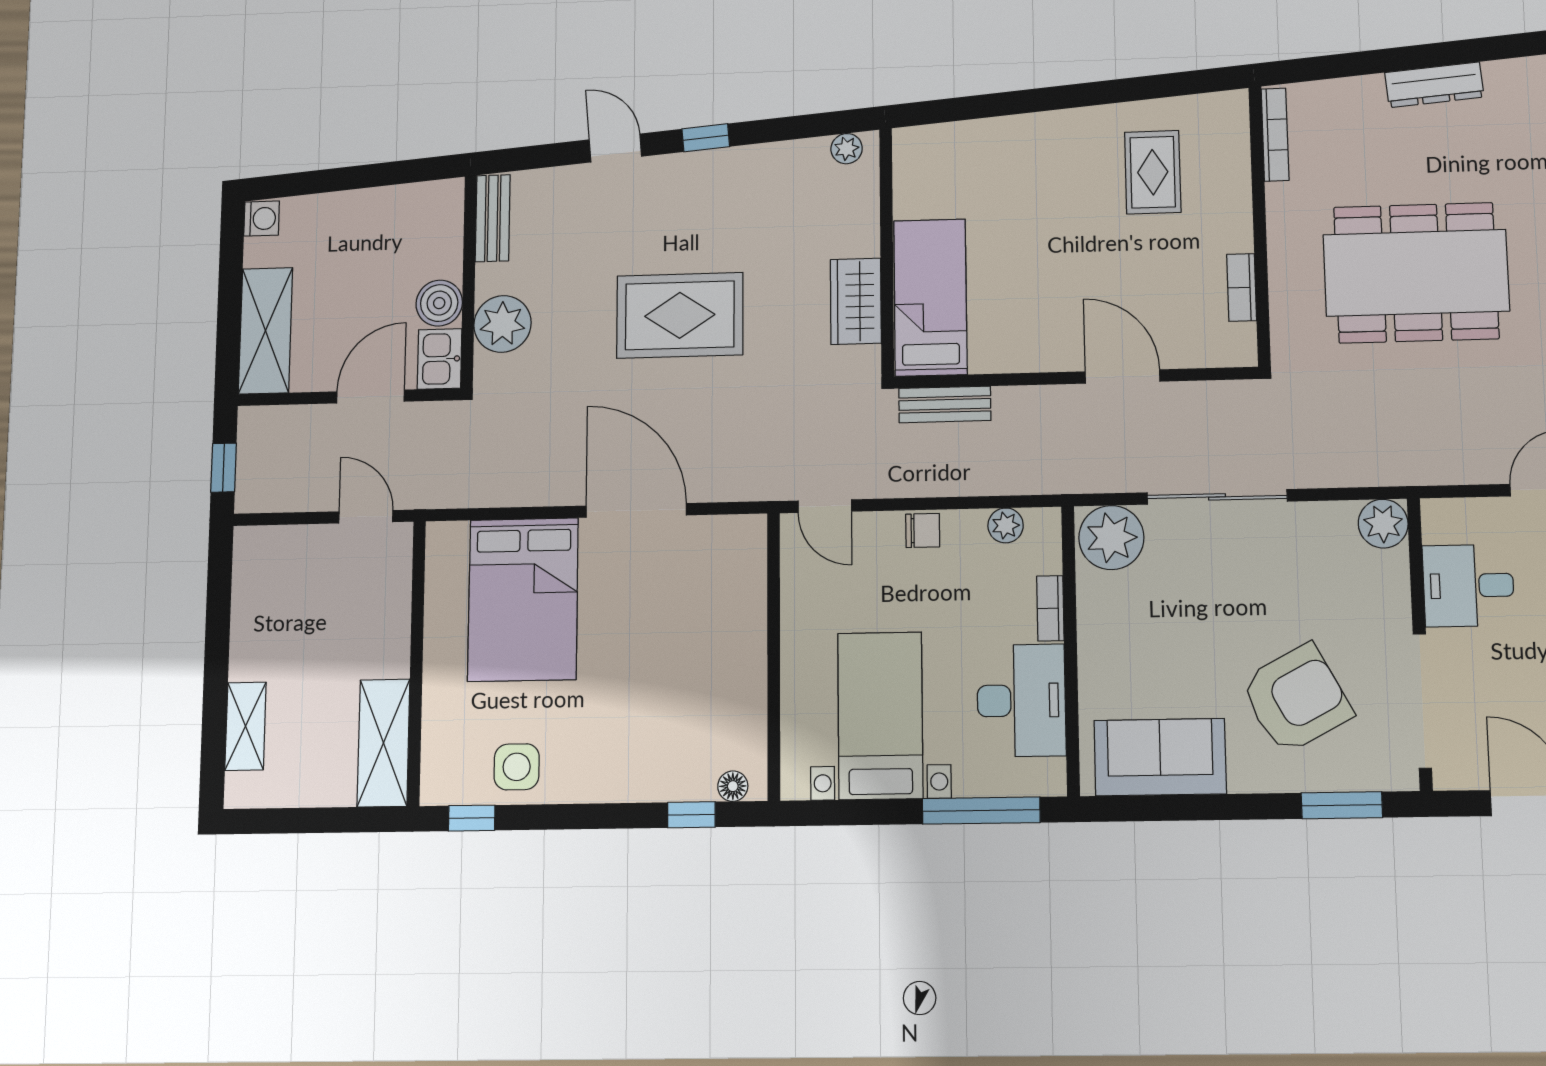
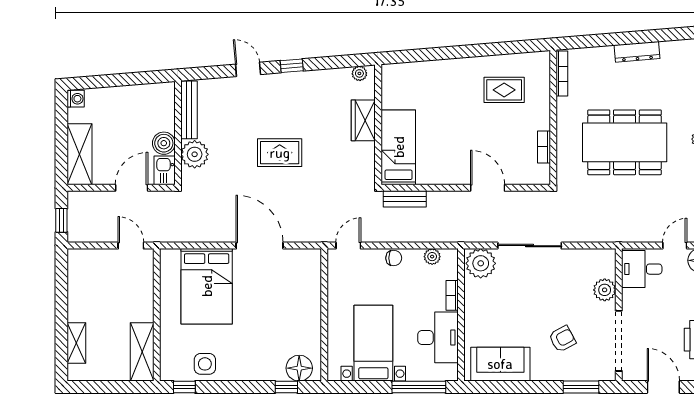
rug: (1153, 172) -> (504, 90), turned 90
bench: (493, 218) -> (189, 110), width x1.36
wardrobe: (856, 301) -> (363, 120), moved
rug: (680, 315) -> (280, 153), width x0.73, depth x0.70
door: (825, 506) -> (348, 246), swing flipped
plant: (1383, 524) -> (605, 290), moved
desk: (1468, 586) -> (642, 269), moved
armchair: (1296, 699) -> (562, 339), width x0.53, depth x0.53
floor lamp: (733, 786) -> (299, 368), width x1.89, depth x1.89

